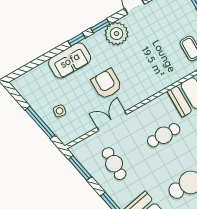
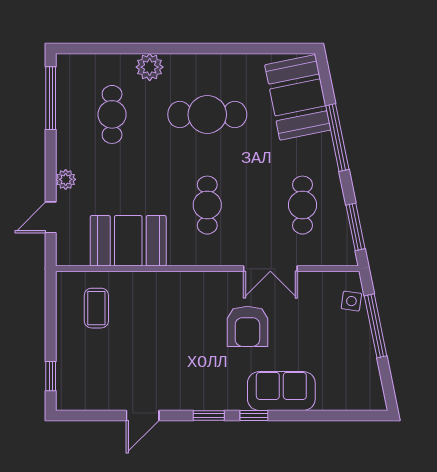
plant: (116, 34) -> (191, 391), removed
side table: (60, 111) -> (351, 301), moved
cafe table: (164, 135) -> (207, 205), turned 90

